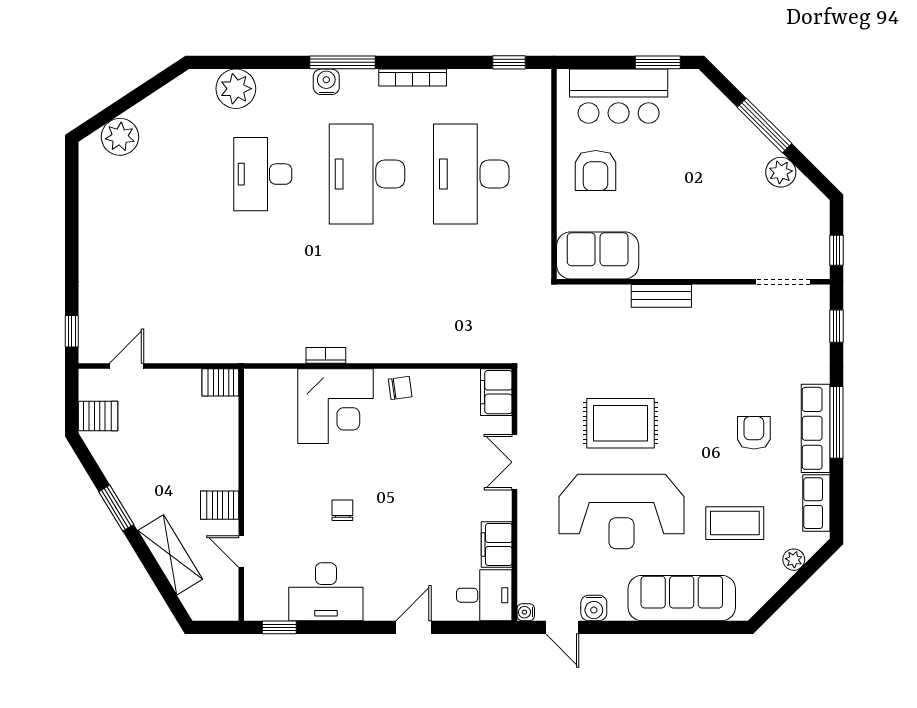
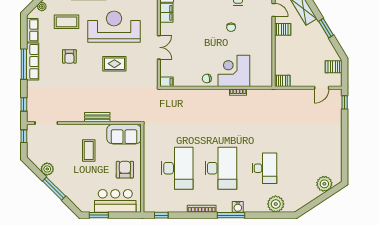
coffee table: (682, 216) -> (89, 151), added
filing cabinet: (496, 392) -> (167, 82), width x0.50
rug: (621, 423) -> (114, 64), width x0.73, depth x0.70
armchair: (754, 433) -> (69, 56), moved

